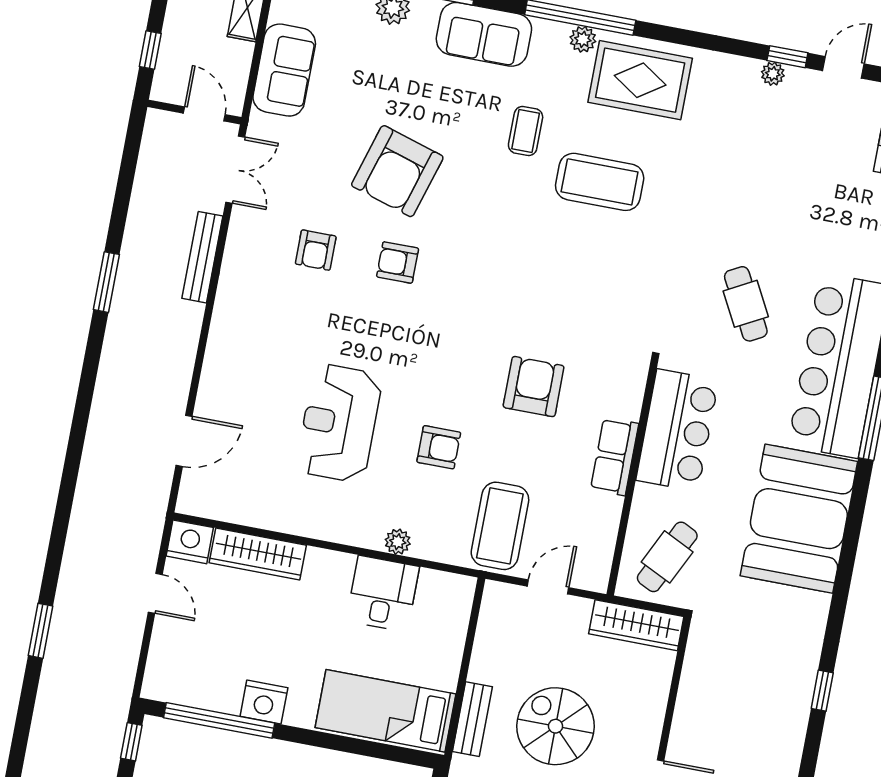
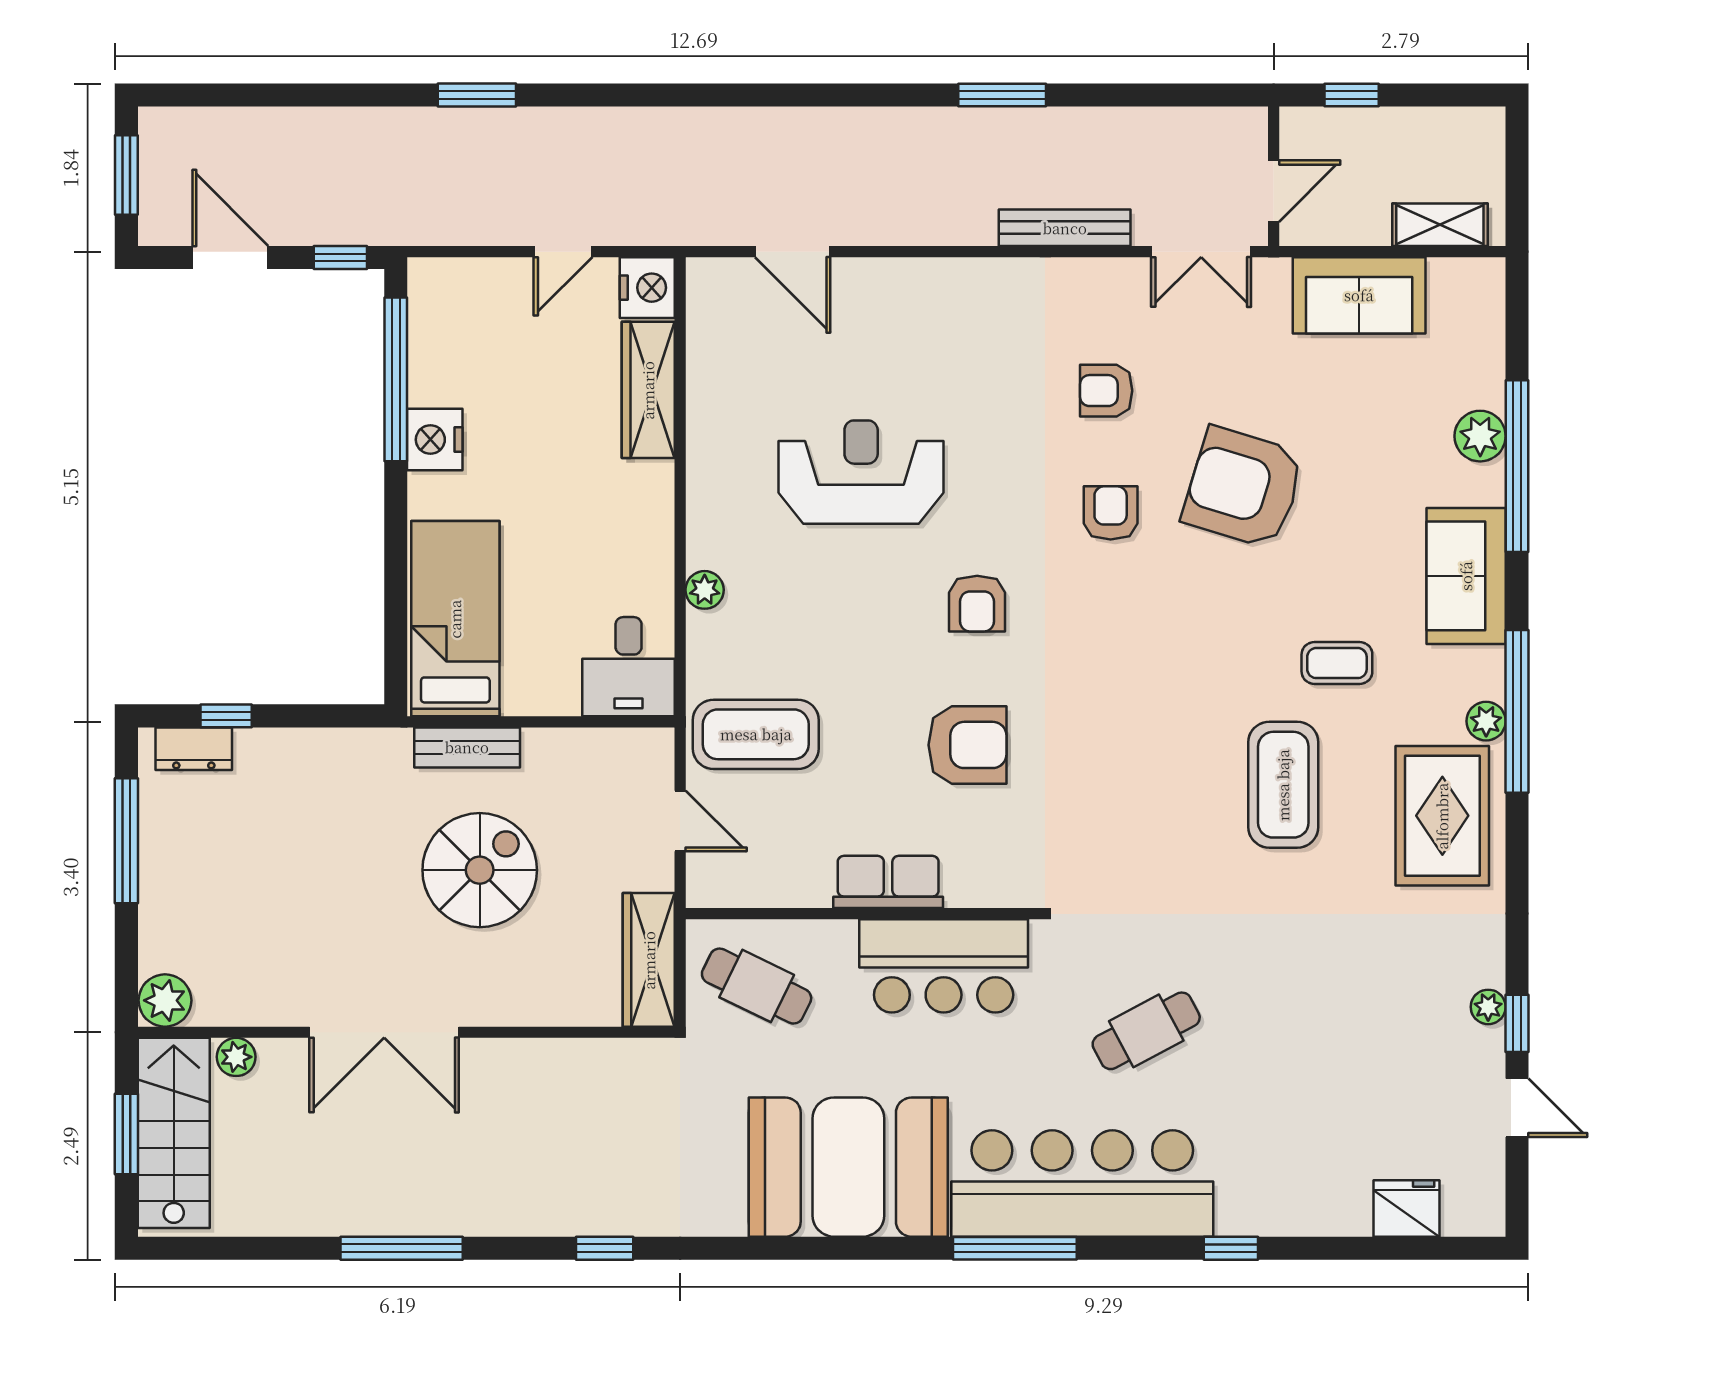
armchair: (439, 447) -> (977, 604), moved
desk: (383, 594) -> (629, 667), moved, turned 90

